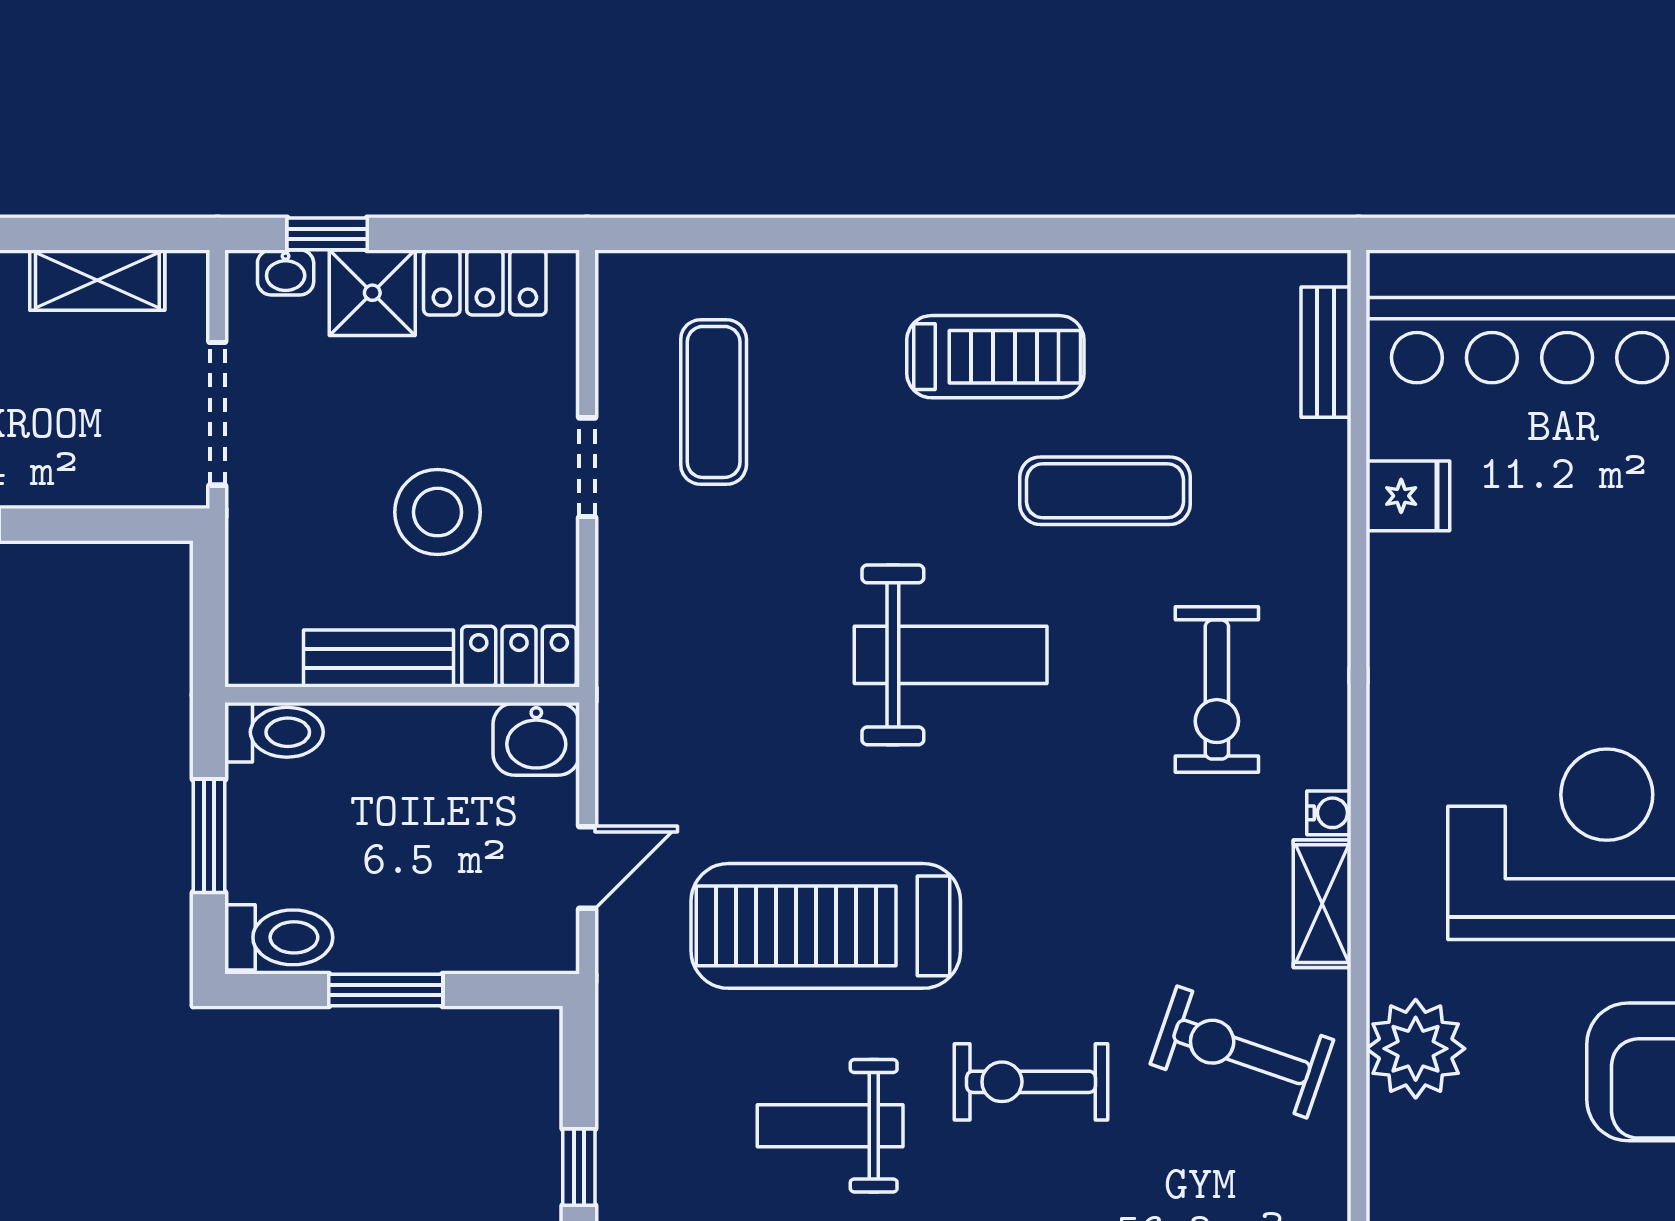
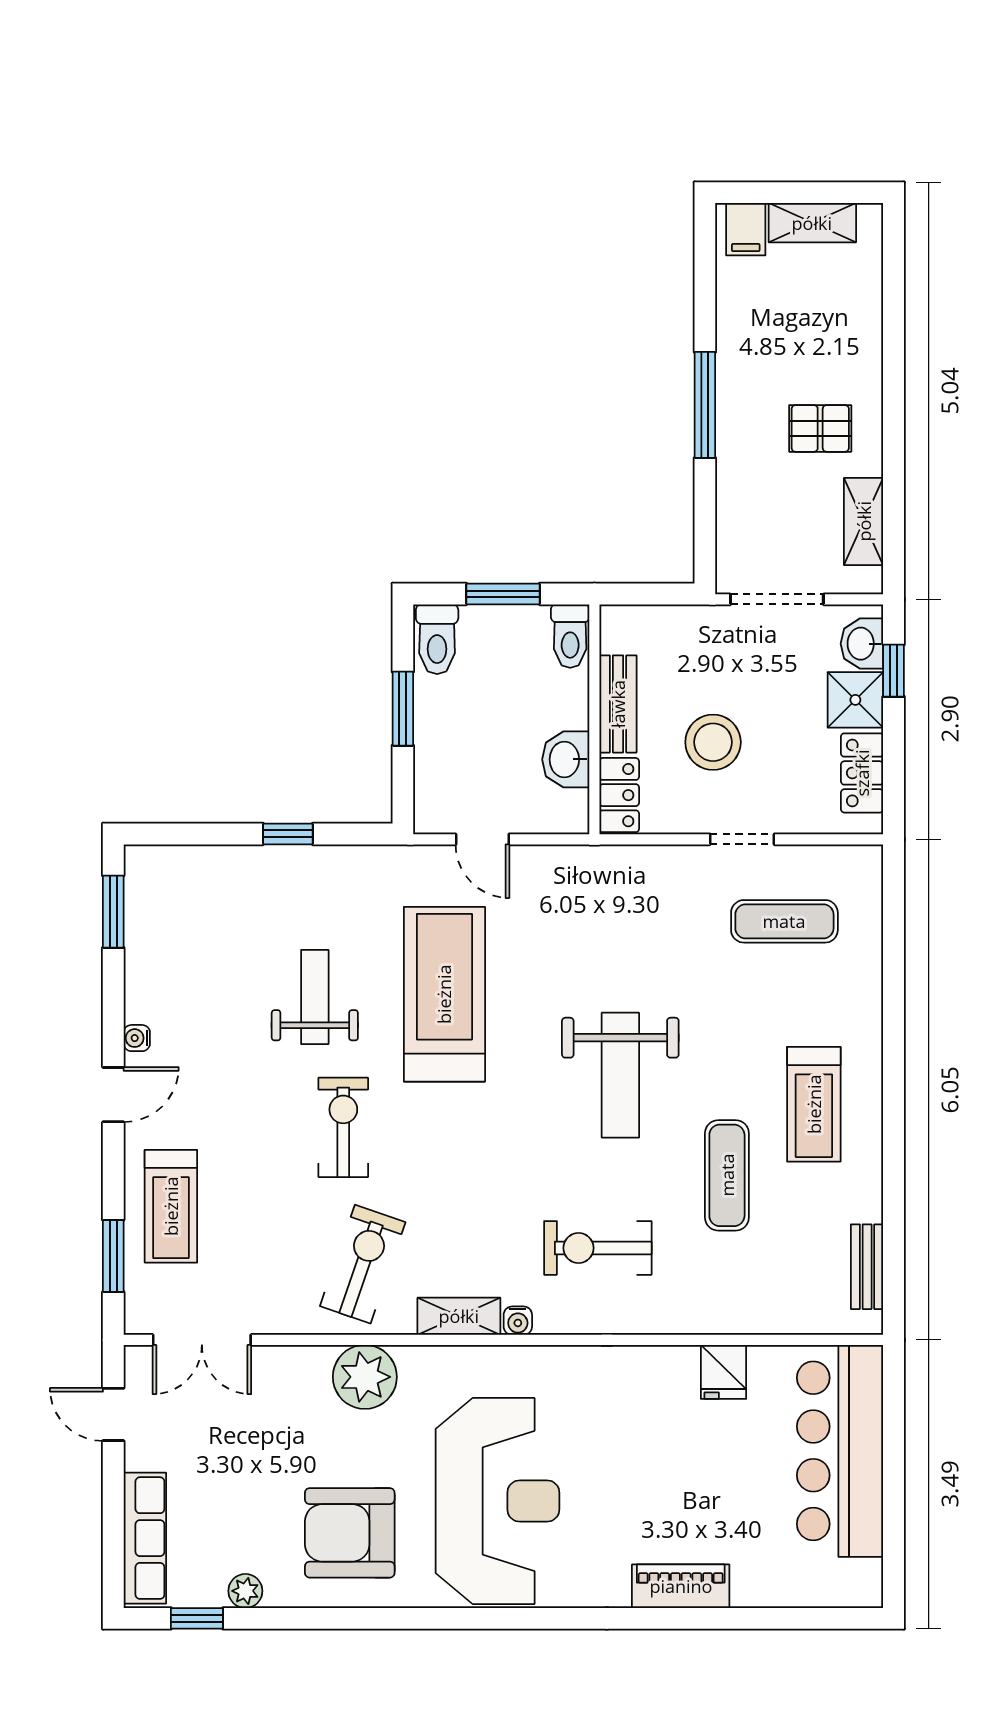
washbasin: (286, 272) -> (862, 644), width x1.38, depth x1.45
bench: (1326, 352) -> (867, 1267), moved, turned 90
washbasin: (536, 739) -> (566, 759), moved

